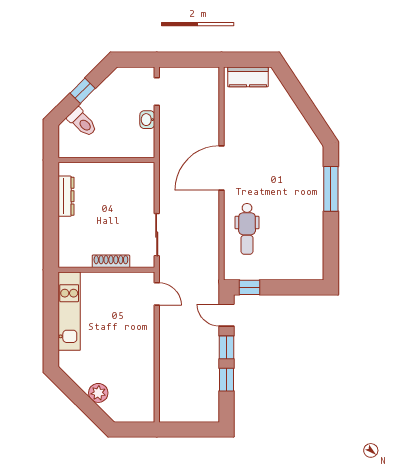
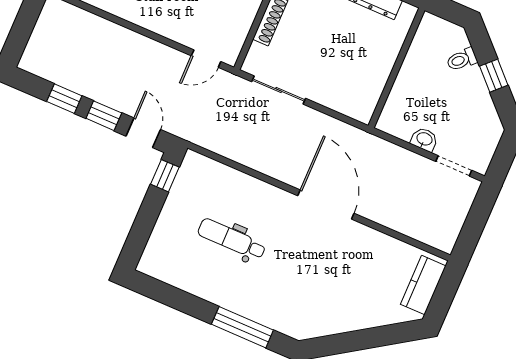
toilet: (82, 122) -> (462, 59), width x0.73, depth x0.72
dental chair: (247, 229) -> (232, 239), moved
door: (226, 315) -> (143, 133), hinge flipped

